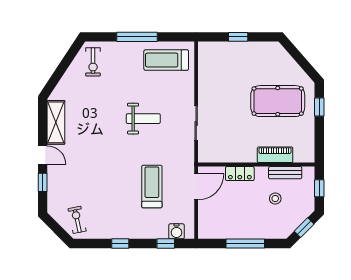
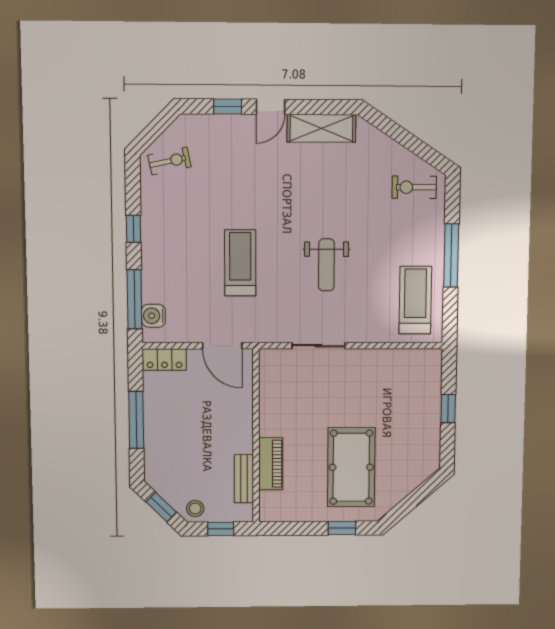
locker: (240, 174) -> (164, 359), moved, turned -90
treadmill: (152, 186) -> (240, 263), moved, turned -90
stool: (275, 199) -> (195, 508), moved
window: (166, 243) -> (134, 299), width x2.17

